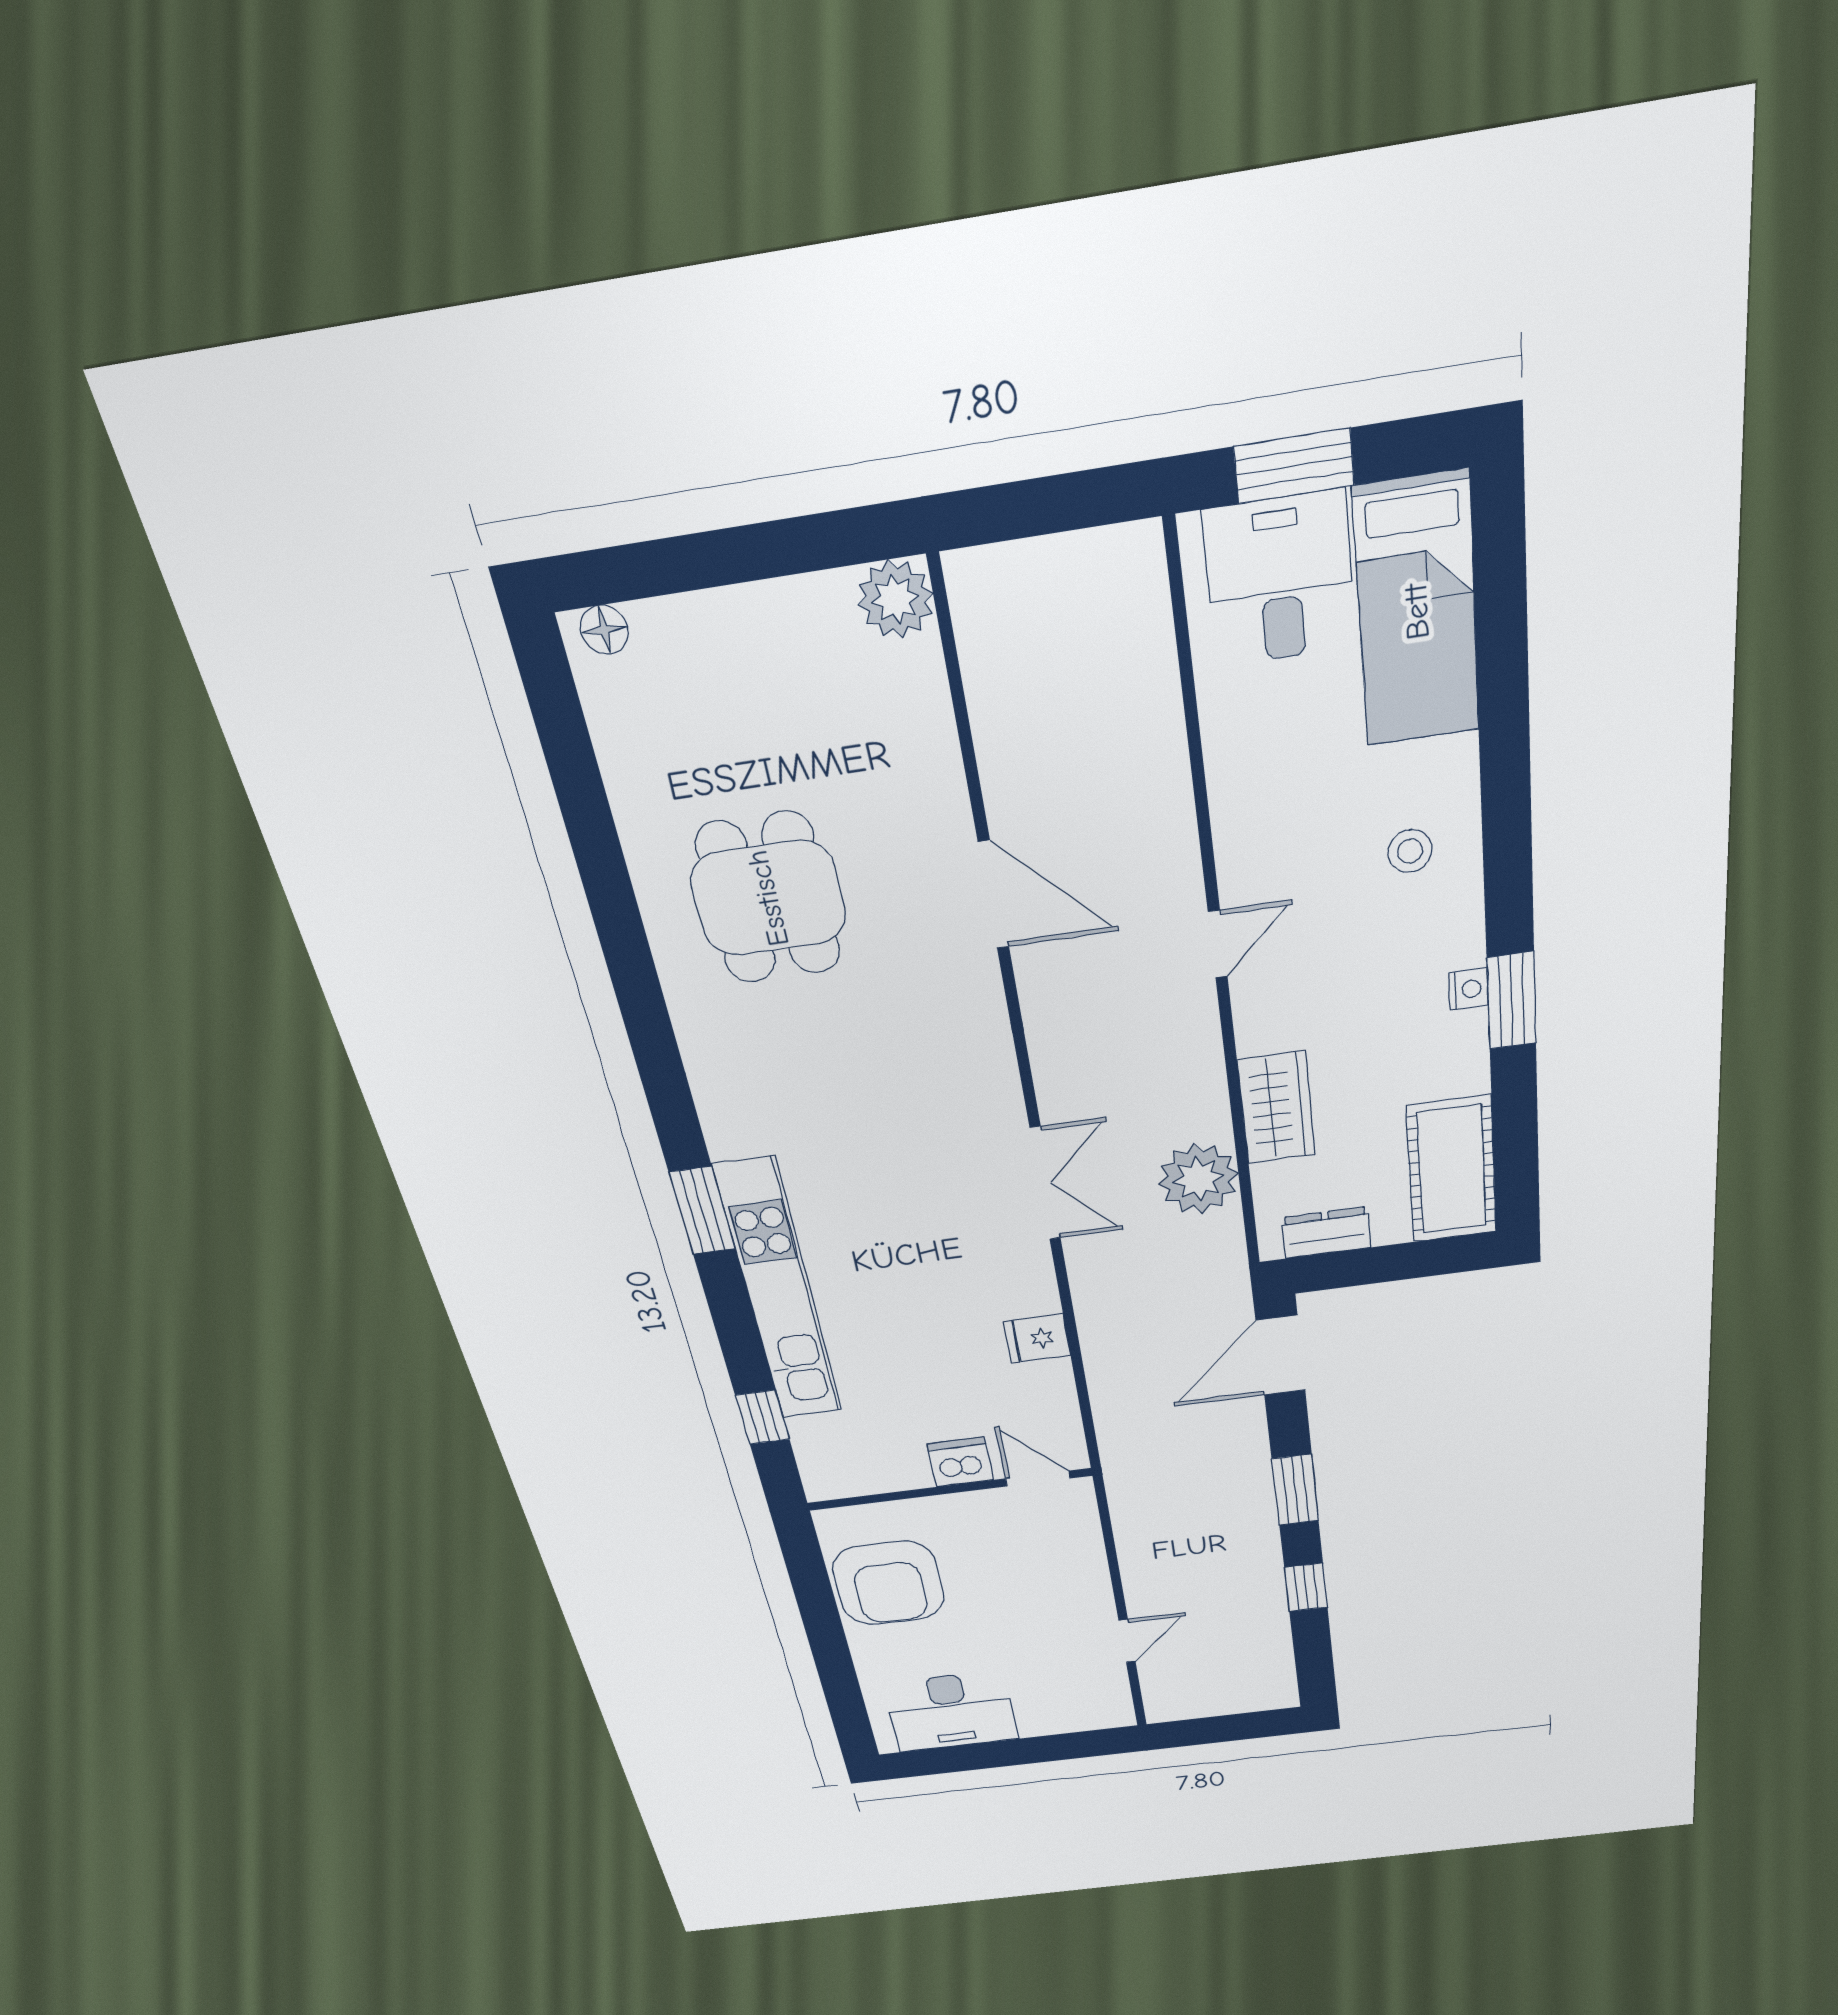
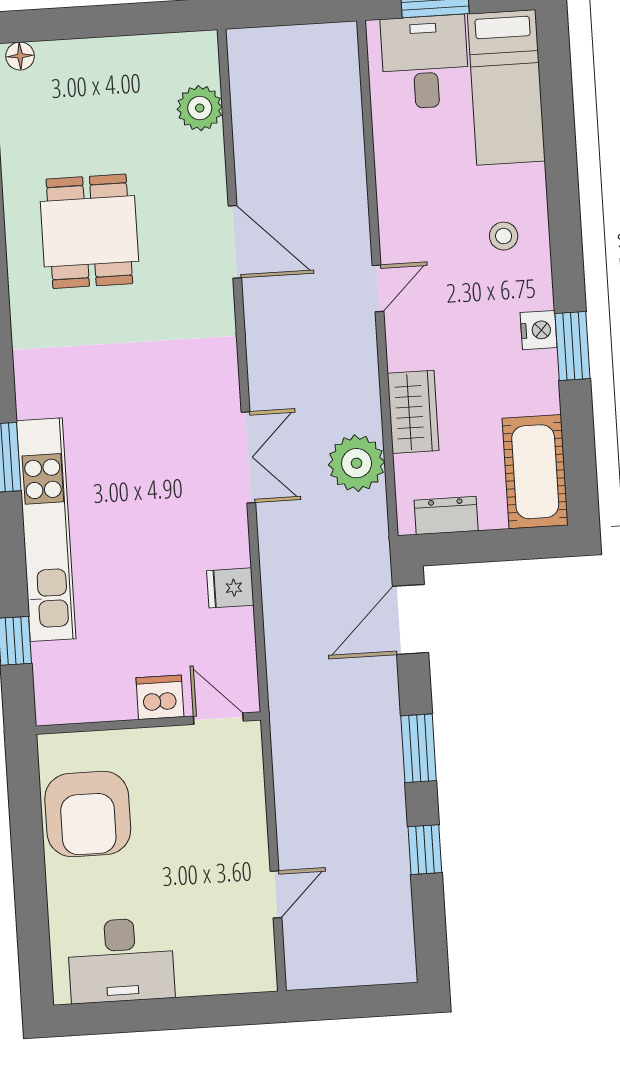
plant: (895, 599) -> (200, 108), moved
nightstand: (1468, 989) -> (539, 330), width x1.39, depth x1.35

